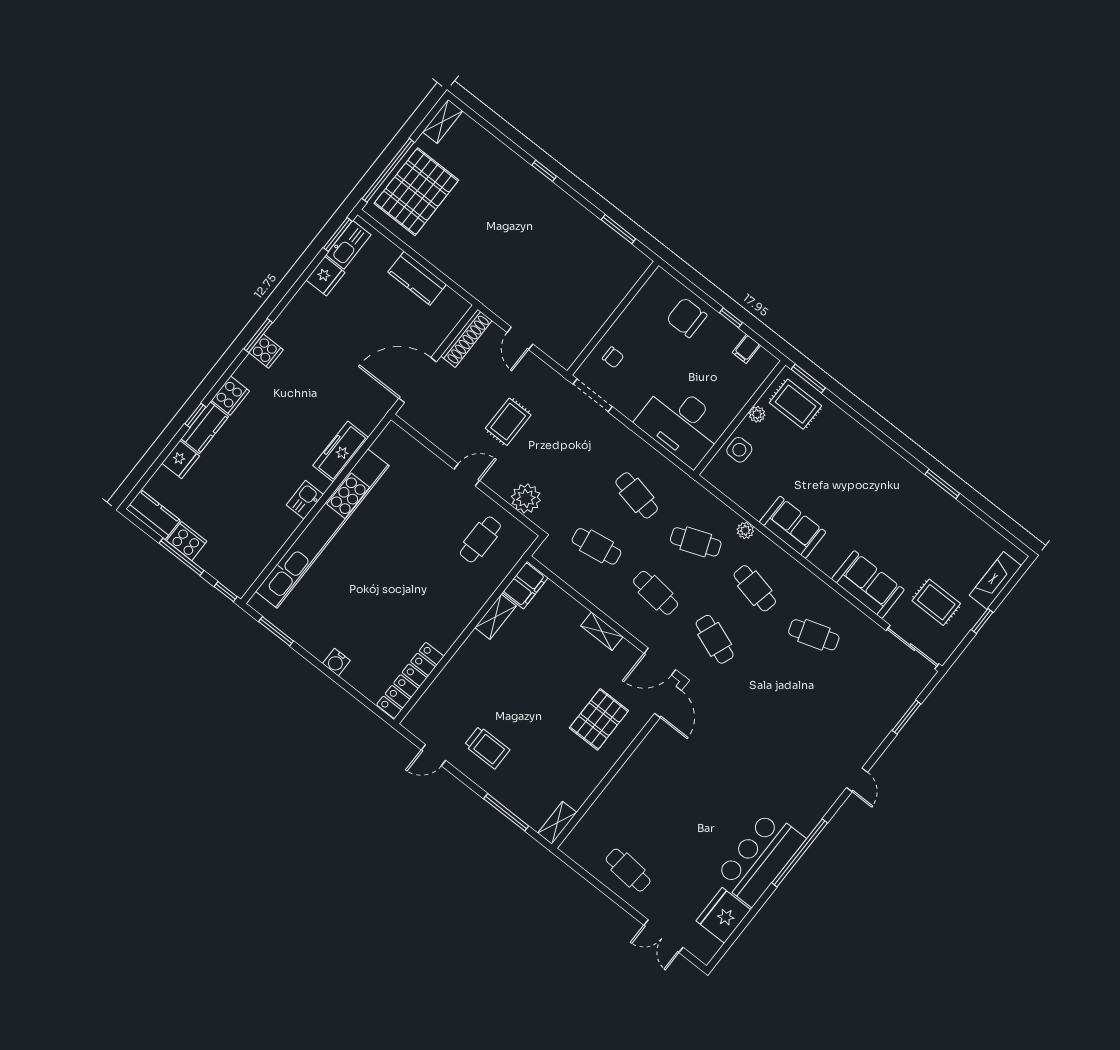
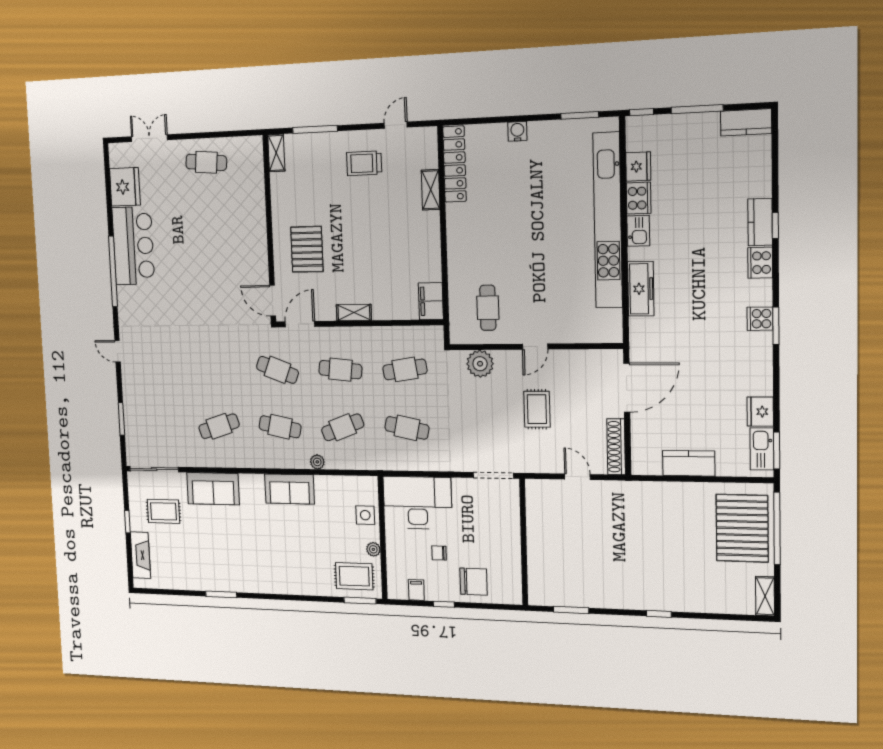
chair: (613, 357) -> (439, 553), moved
fridge: (181, 460) -> (638, 166), moved, turned 180
cooker: (187, 541) -> (639, 198), moved, turned -90
shelving: (496, 617) -> (431, 190), moved

